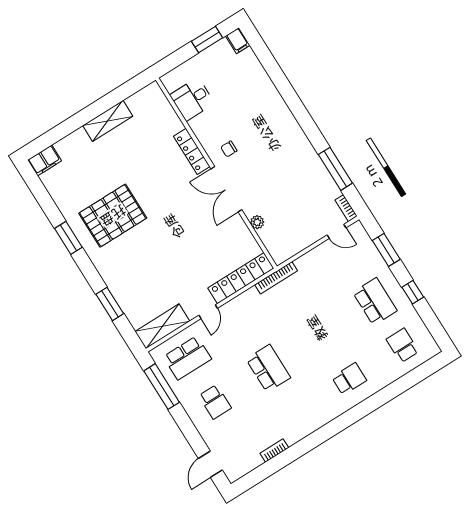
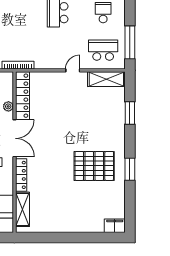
shelving: (108, 121) -> (23, 209), moved, turned 90
locker: (241, 278) -> (22, 96), moved, turned -90

